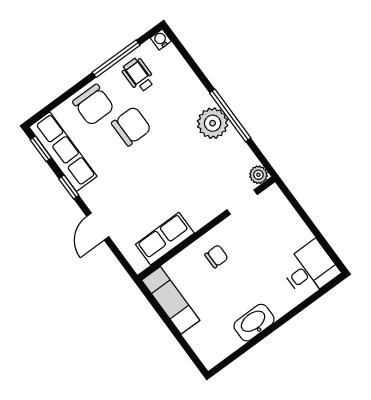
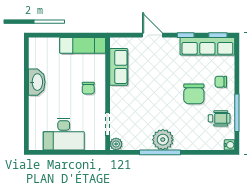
chair: (93, 105) -> (221, 82), width x0.54, depth x0.54
desk: (310, 269) -> (64, 134), moved, width x1.37

